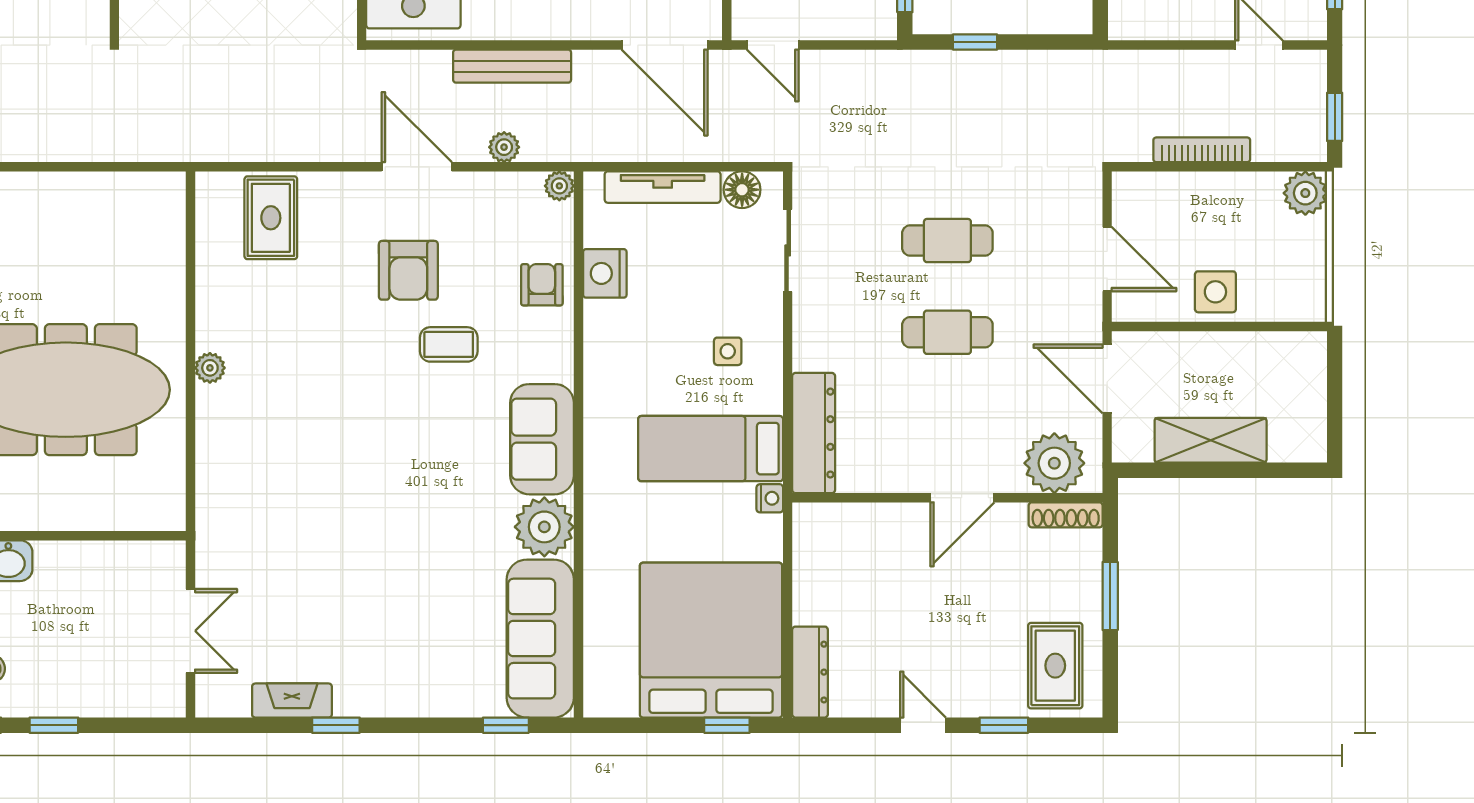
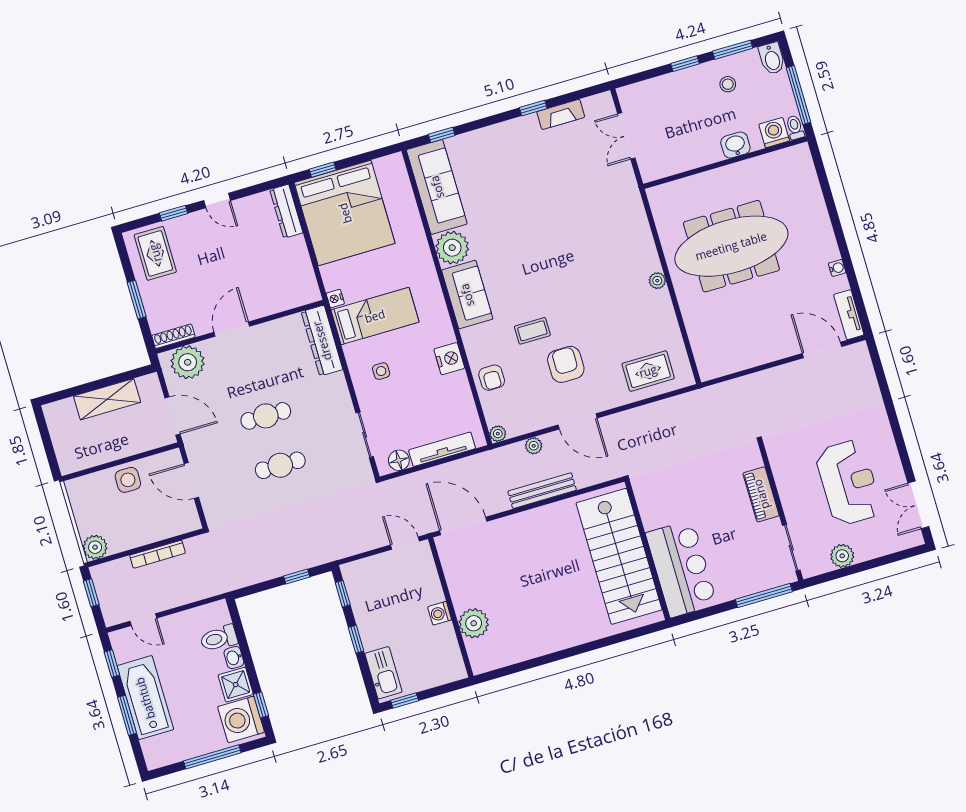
rug: (271, 218) -> (648, 371), turned 90
nightstand: (605, 273) -> (449, 359), moved

